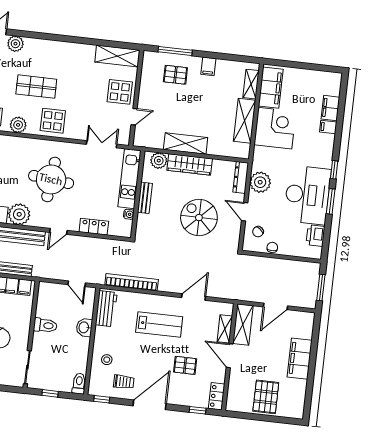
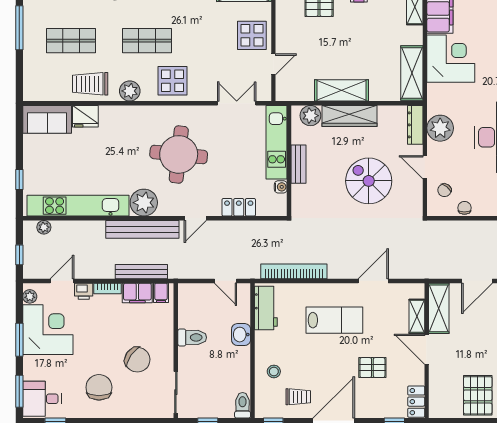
shelving: (245, 121) -> (412, 73), moved

